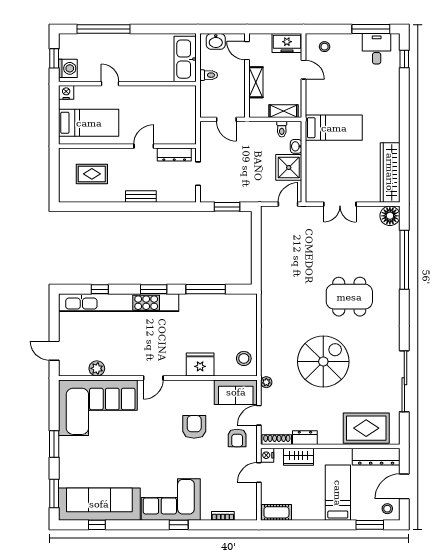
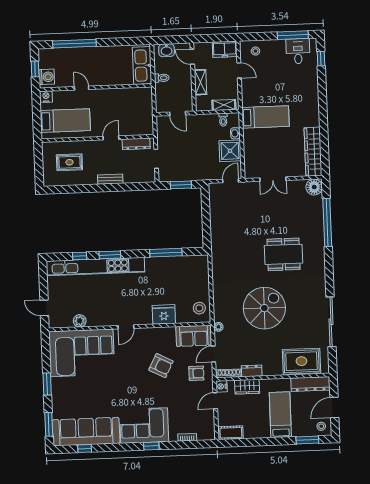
window: (154, 289) -> (110, 255), moved
armchair: (194, 427) -> (161, 366), turned 117
armchair: (237, 438) -> (196, 373), turned -90

